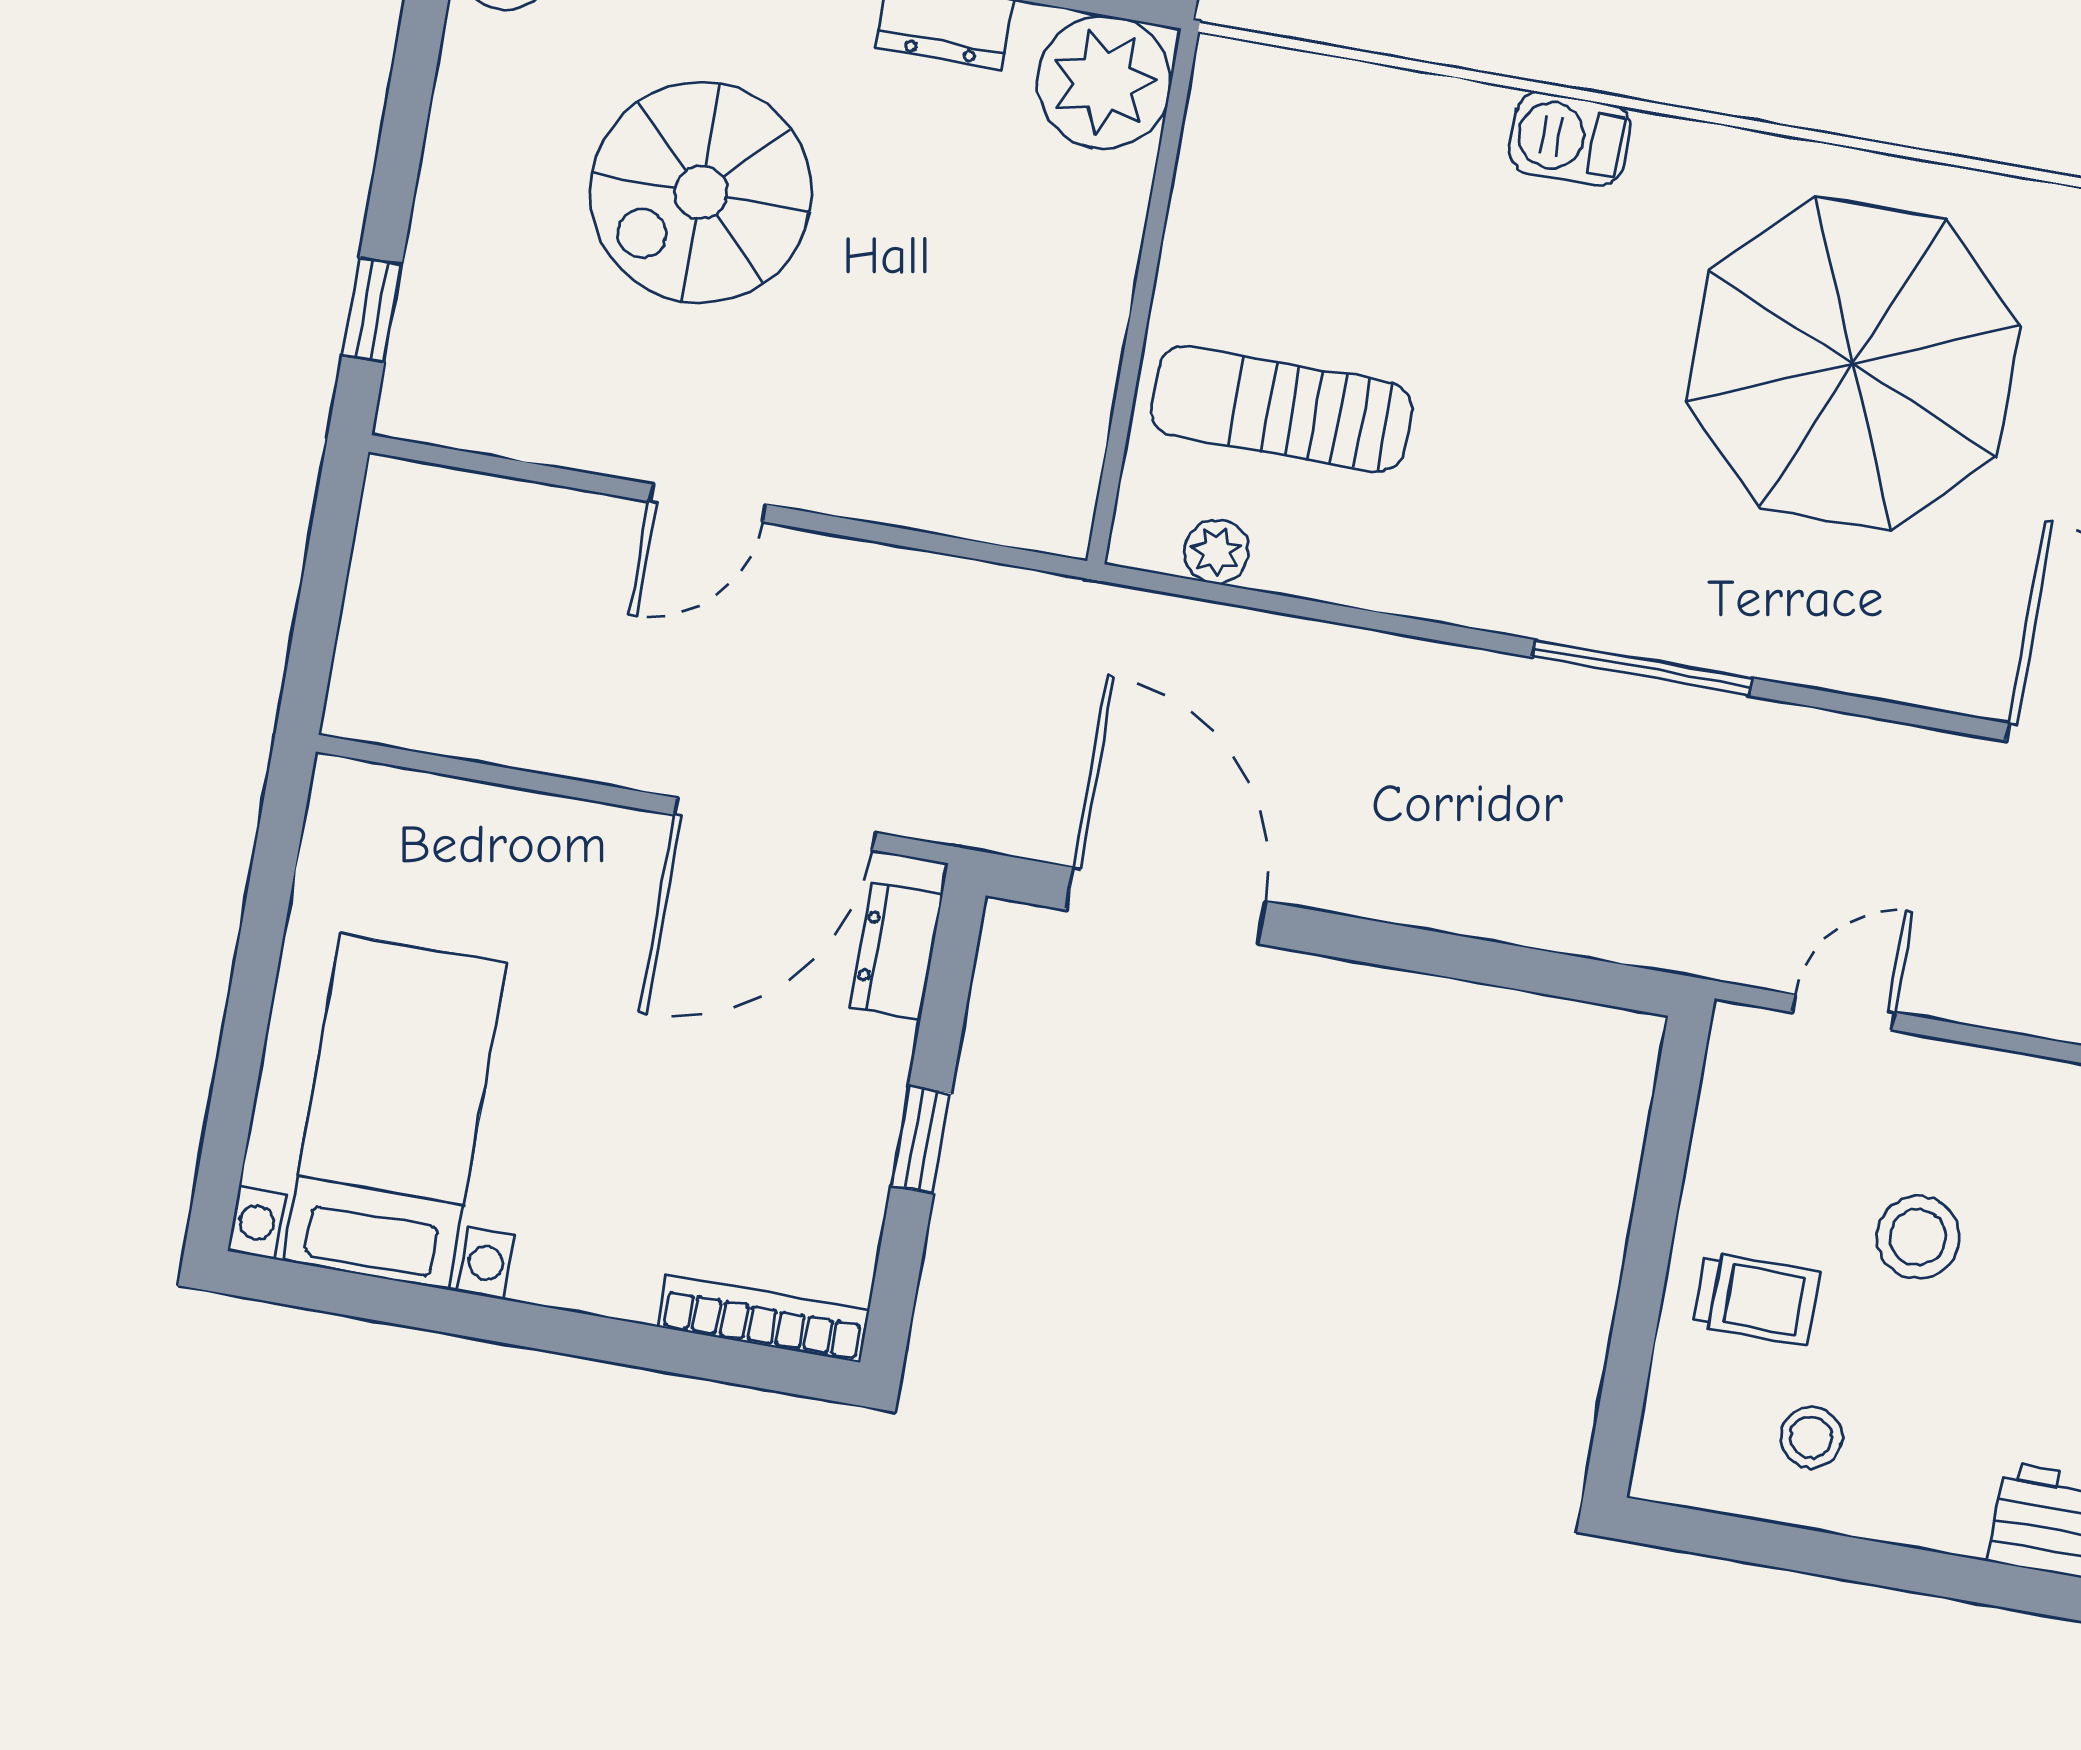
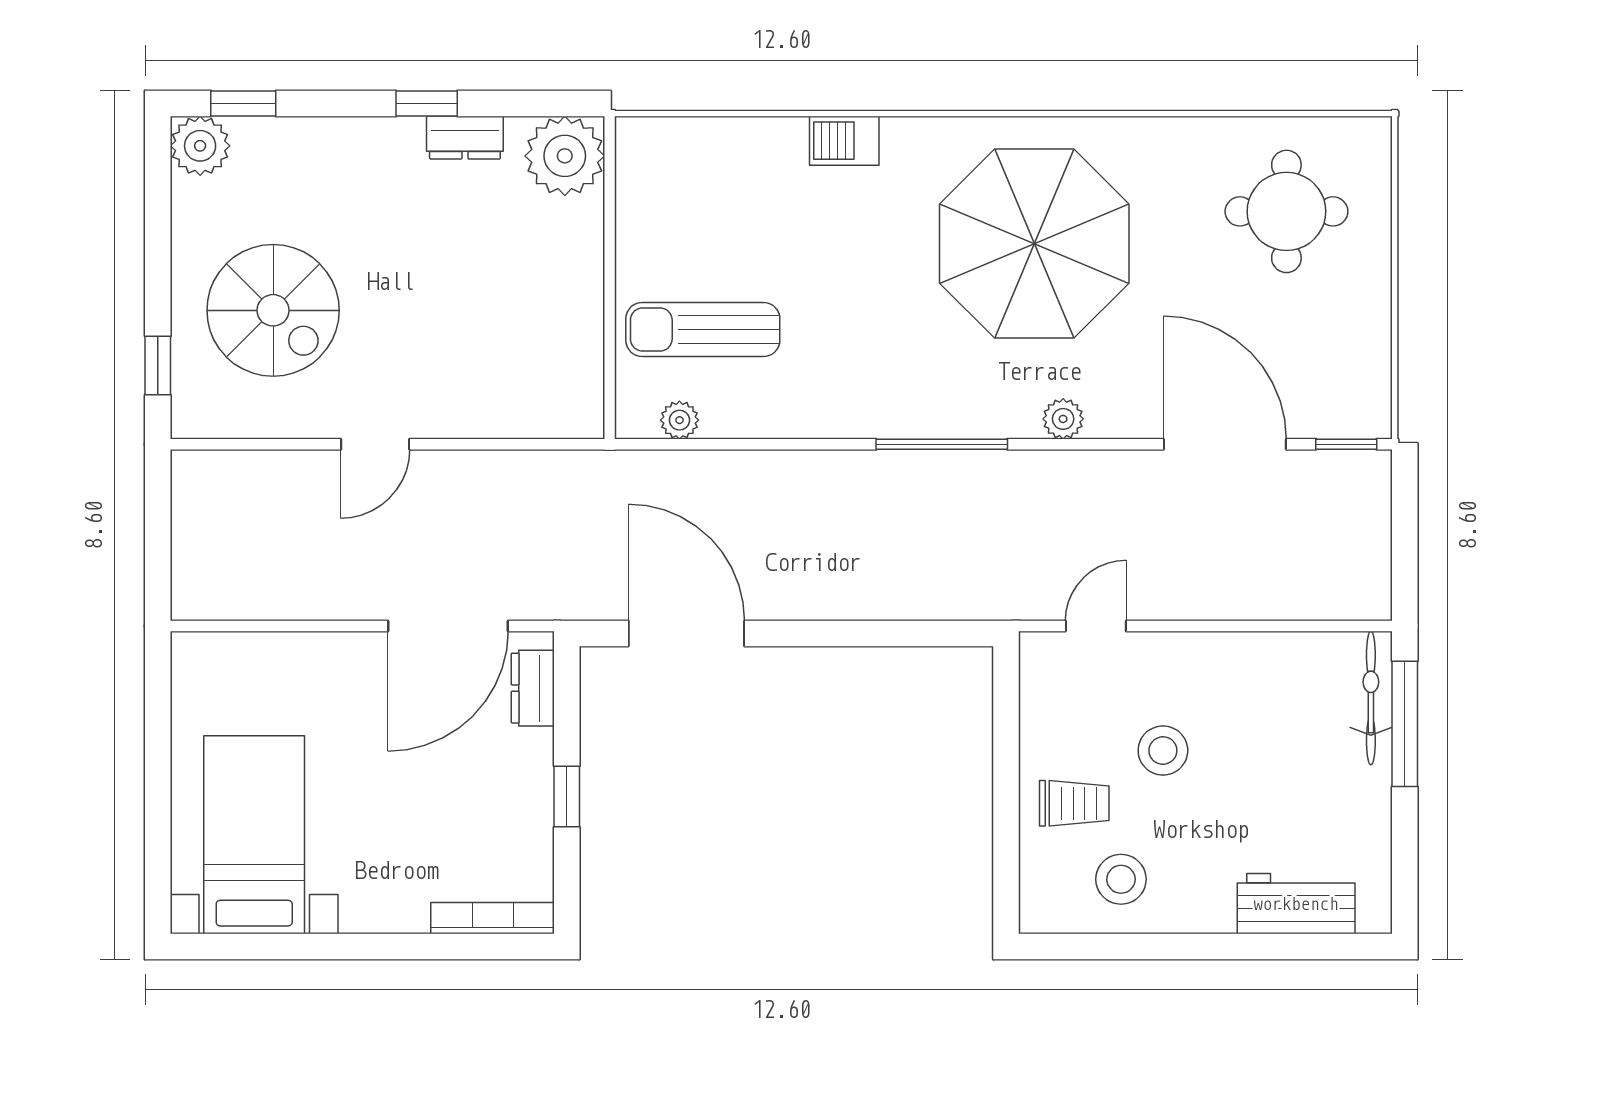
spiral stairs: (701, 192) -> (273, 310), moved, turned -90
plant: (1850, 661) -> (1063, 419), added
stool: (1811, 1437) -> (1121, 879), width x1.37, depth x1.37

